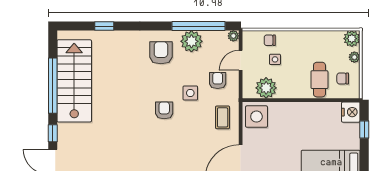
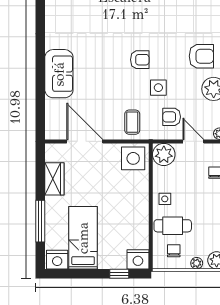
side table: (275, 59) -> (165, 199), moved
armchair: (218, 81) -> (172, 117), turned 180
plant: (266, 88) -> (164, 154), moved
coffee table: (223, 117) -> (132, 122), turned 90

